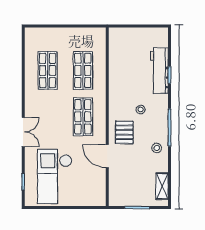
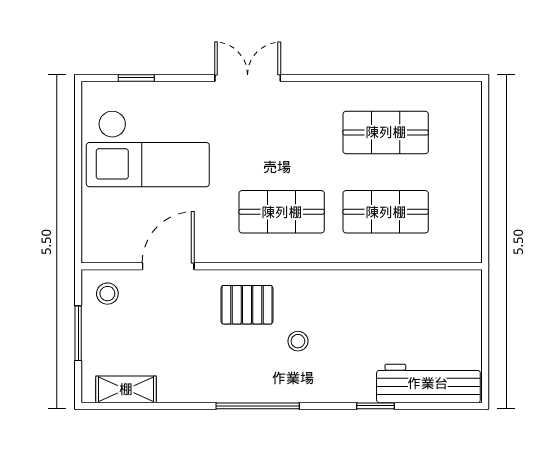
workbench: (159, 71) -> (428, 383), moved
double door: (23, 132) -> (248, 78), swing flipped
stool: (157, 148) -> (107, 294), moved
door: (107, 156) -> (168, 266), moved
checkout: (55, 177) -> (148, 149), turned 180

